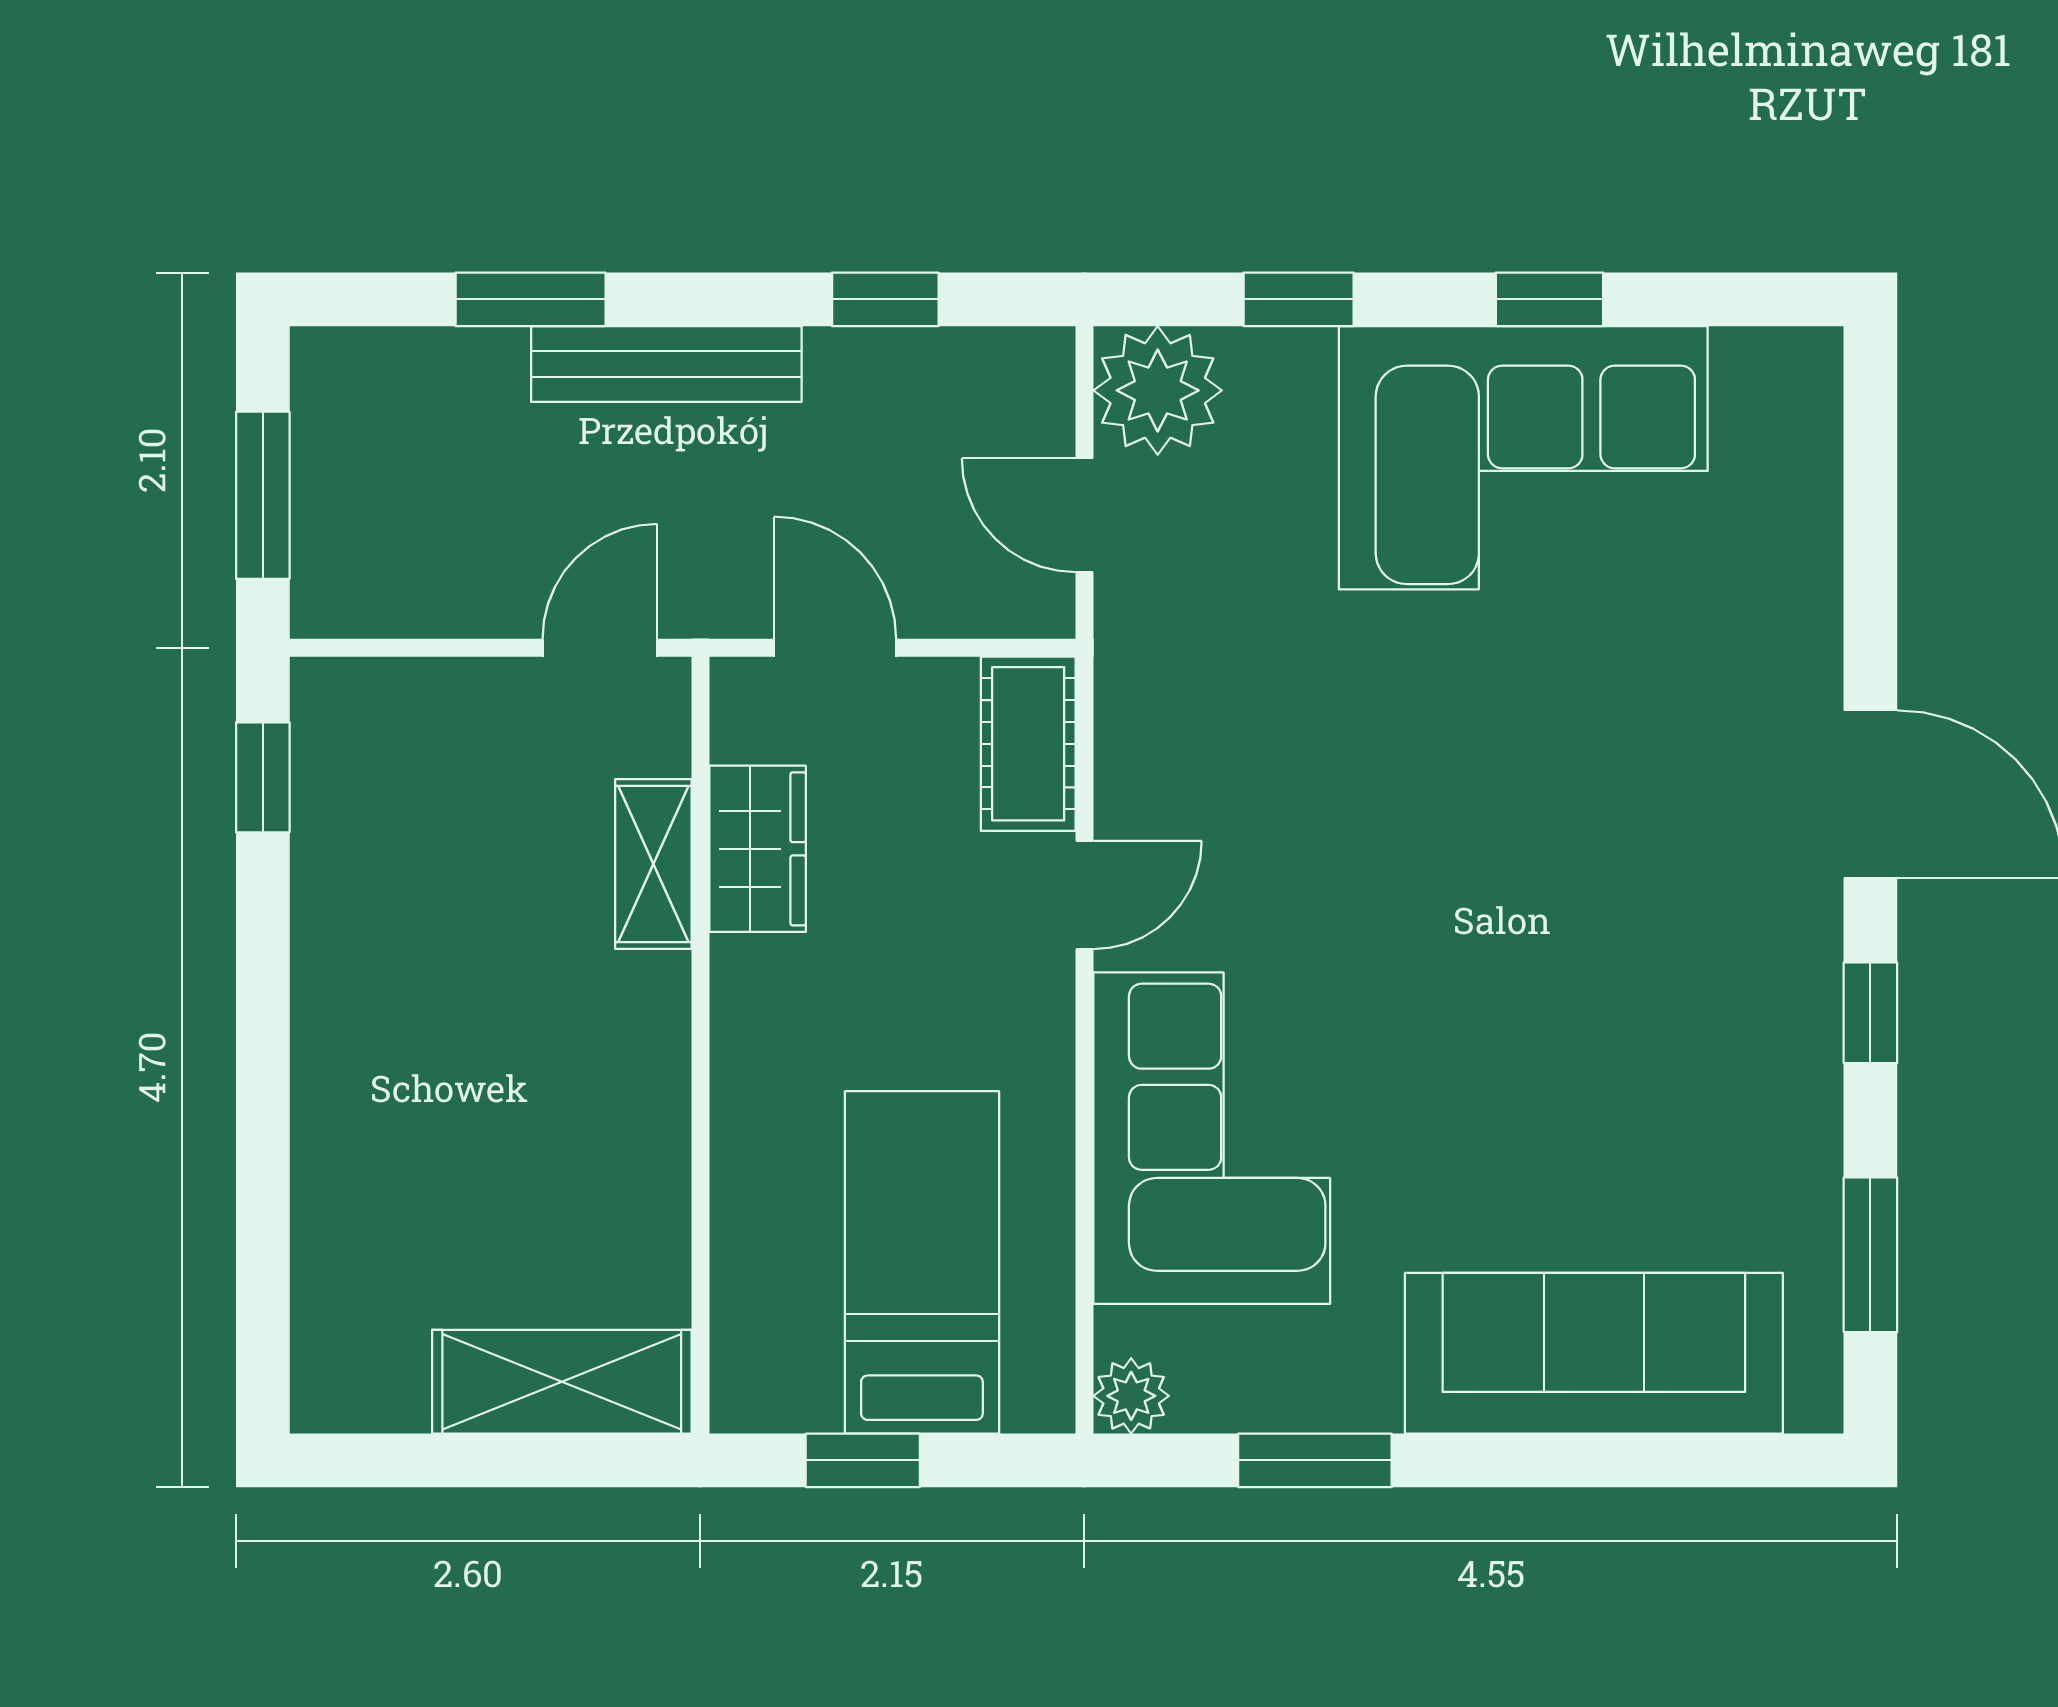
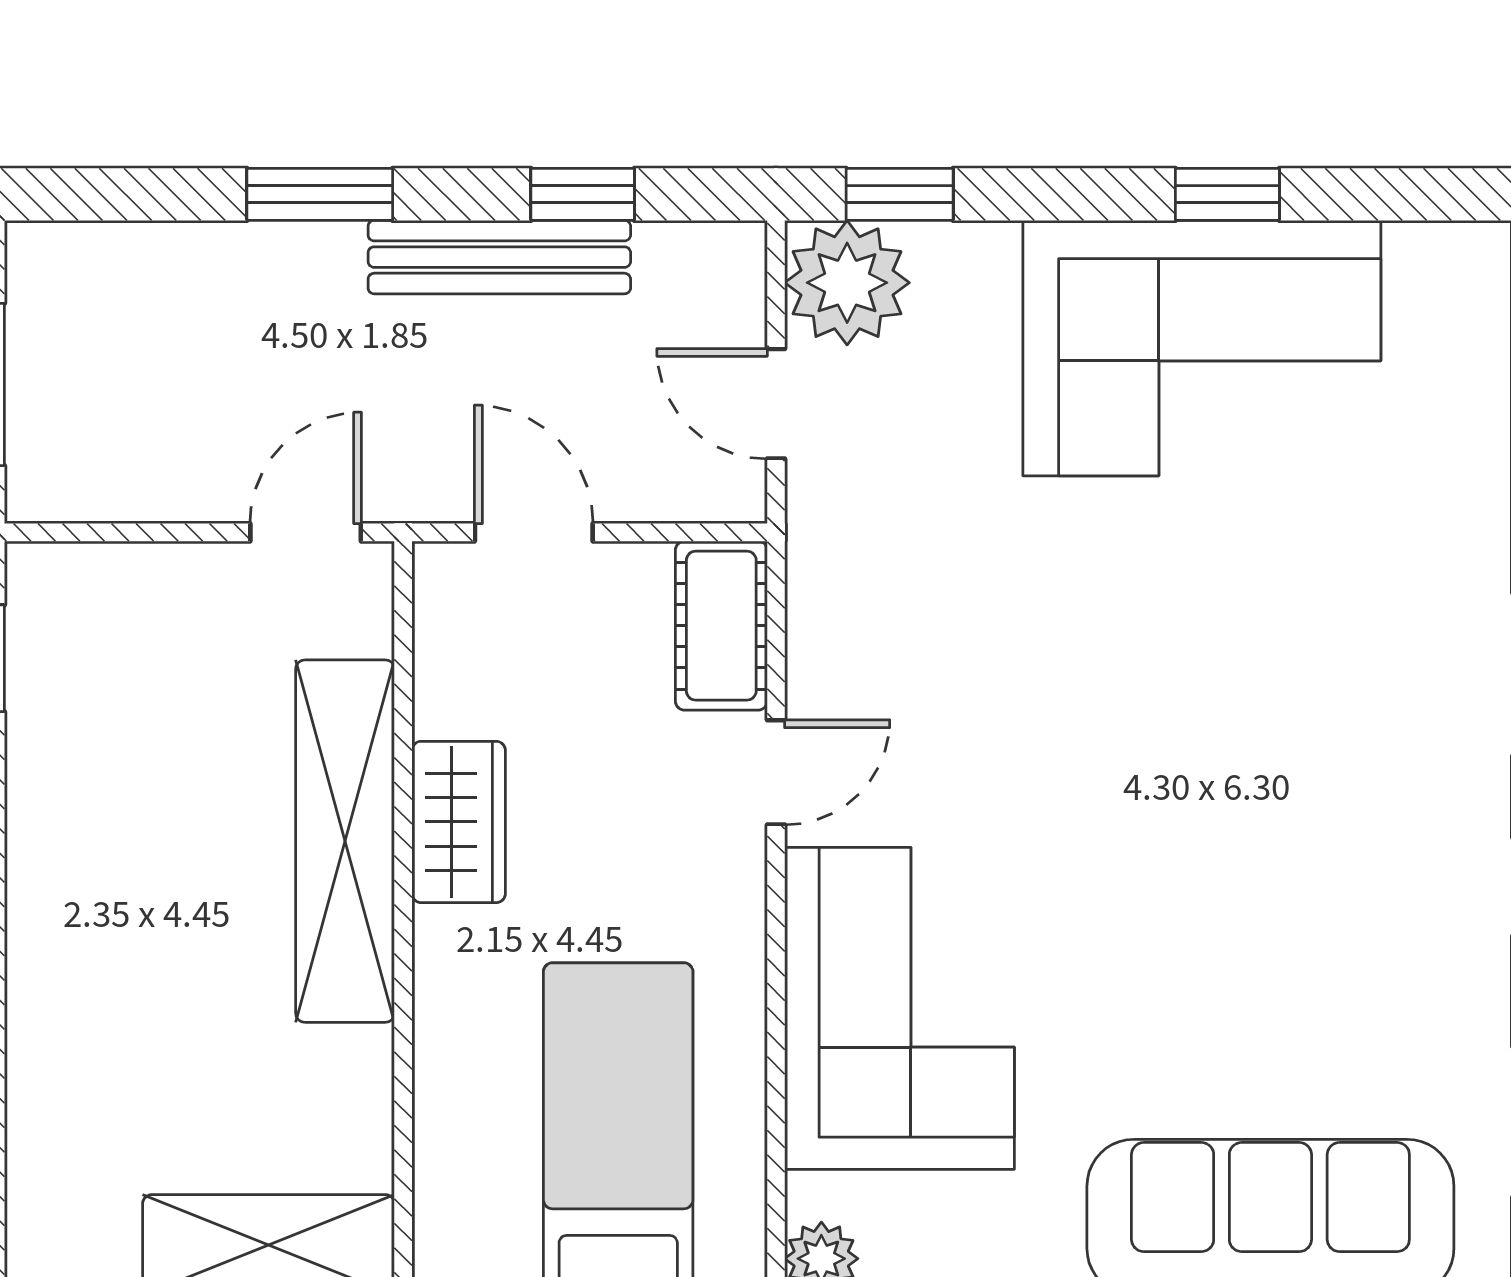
window: (531, 299) -> (320, 194), moved
window: (1299, 299) -> (900, 194), moved
bench: (666, 364) -> (499, 257), moved
wardrobe: (758, 849) -> (459, 822), moved
shelving: (653, 864) -> (345, 841), width x2.20, depth x1.33

